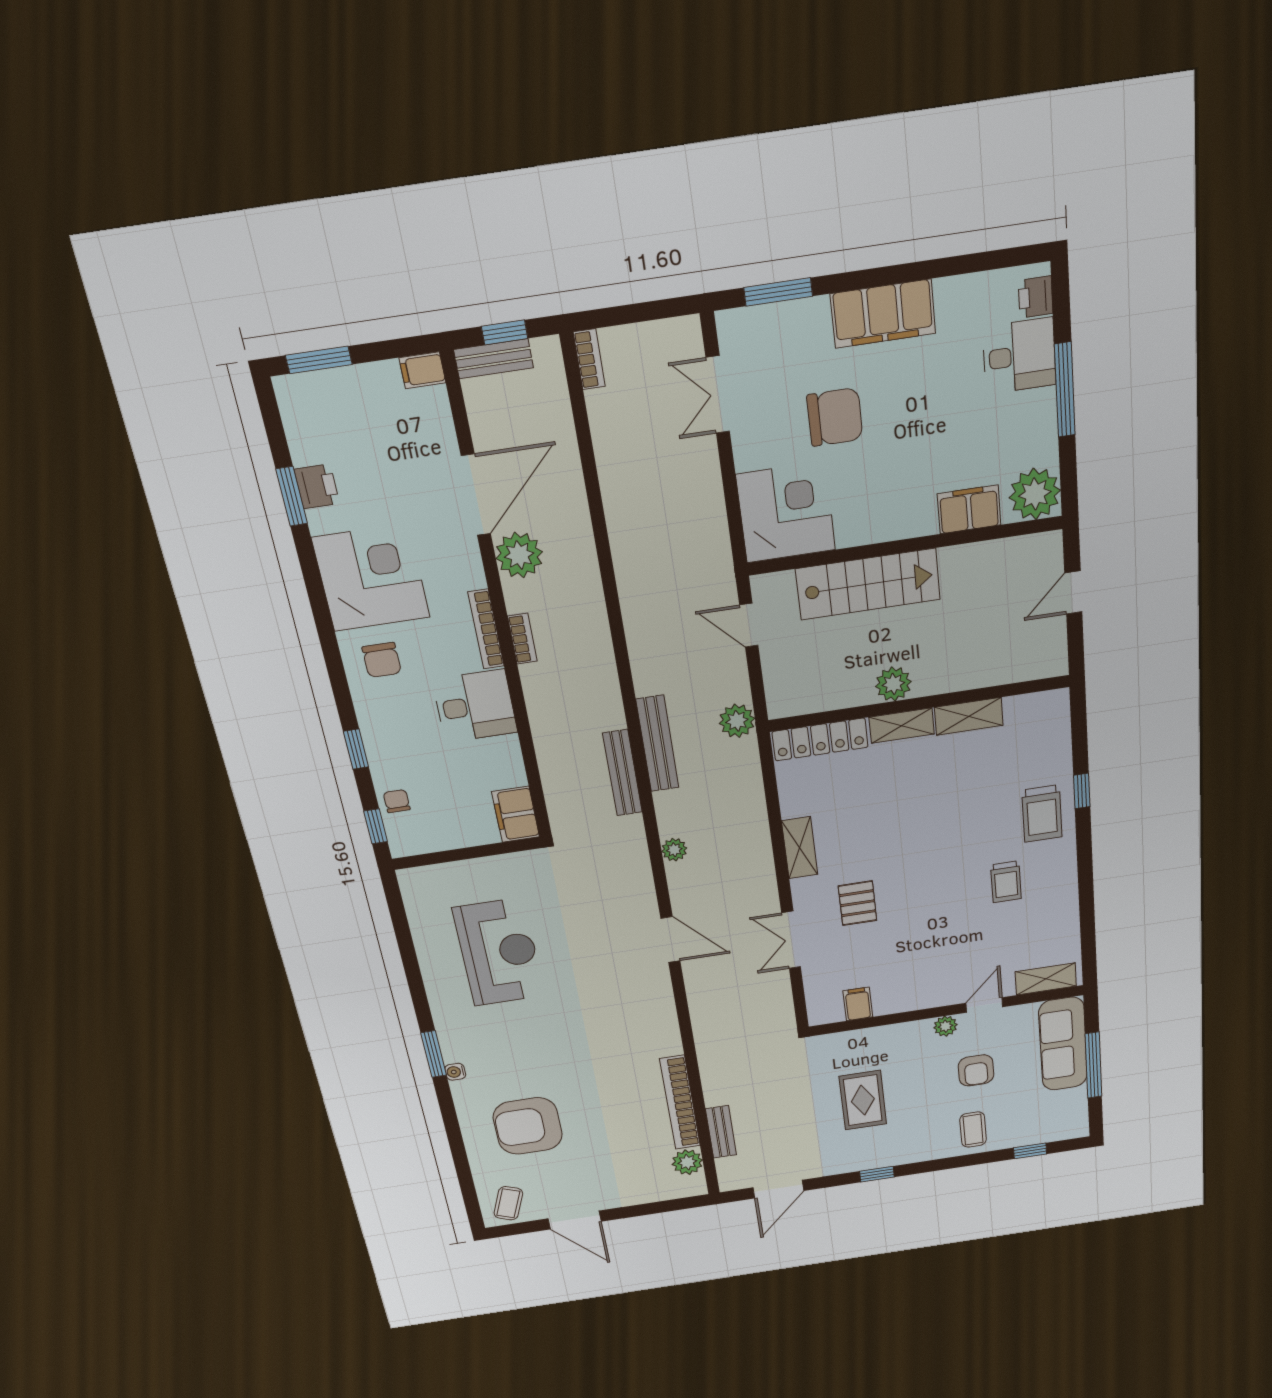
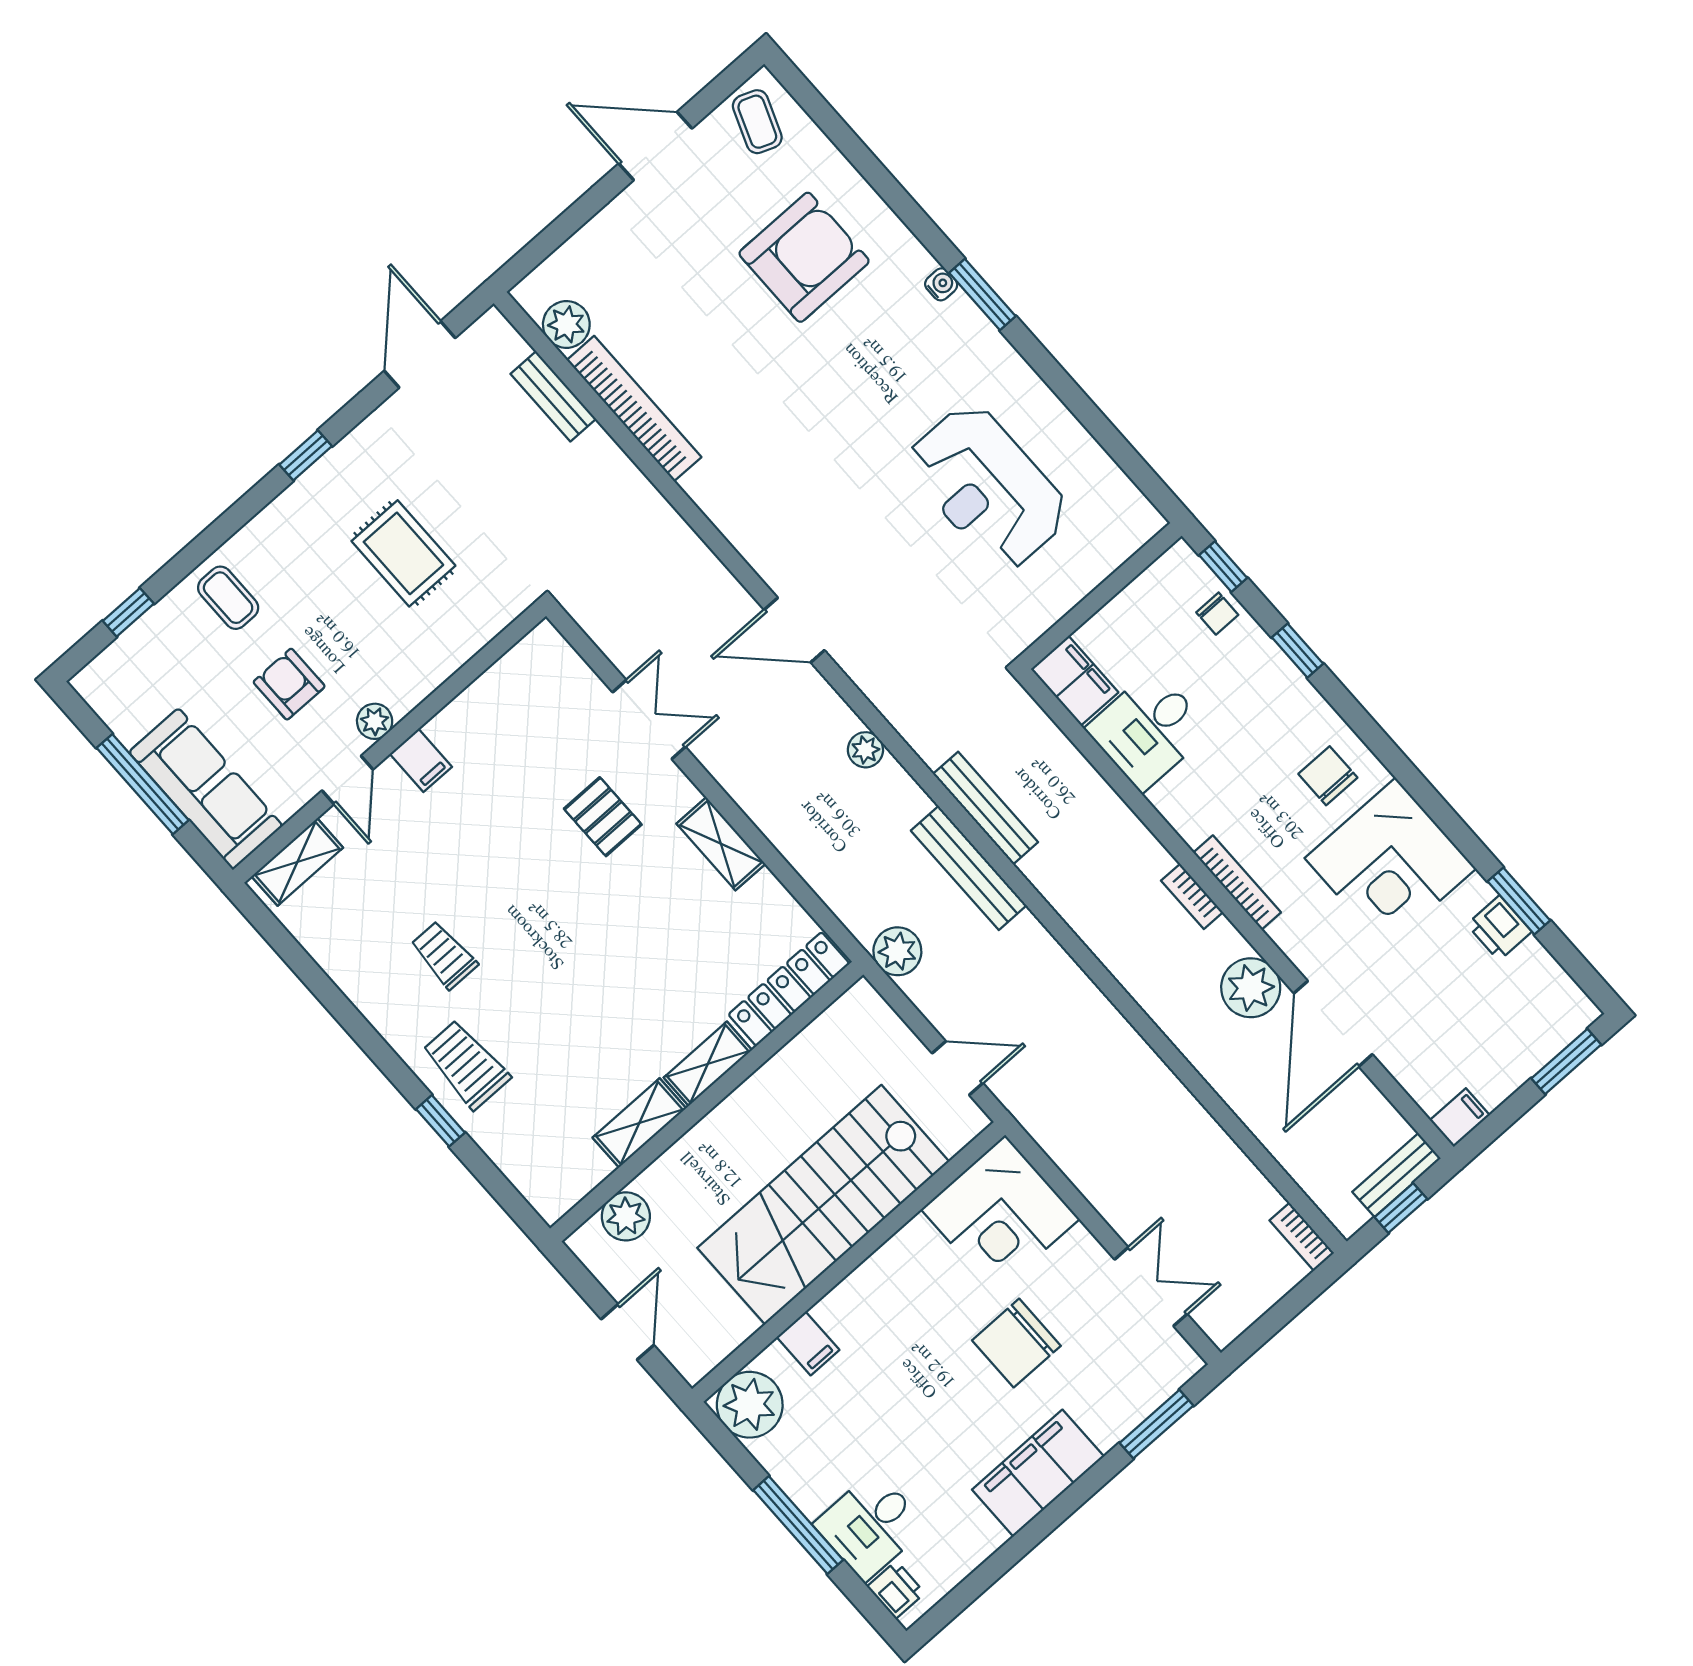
filing cabinet: (969, 509) -> (808, 1343), width x0.50
stairs: (868, 584) -> (823, 1205), width x1.36, depth x1.51
plant: (893, 684) -> (626, 1216), moved
desk: (475, 706) -> (1148, 730), moved
filing cabinet: (858, 1004) -> (421, 760), moved

